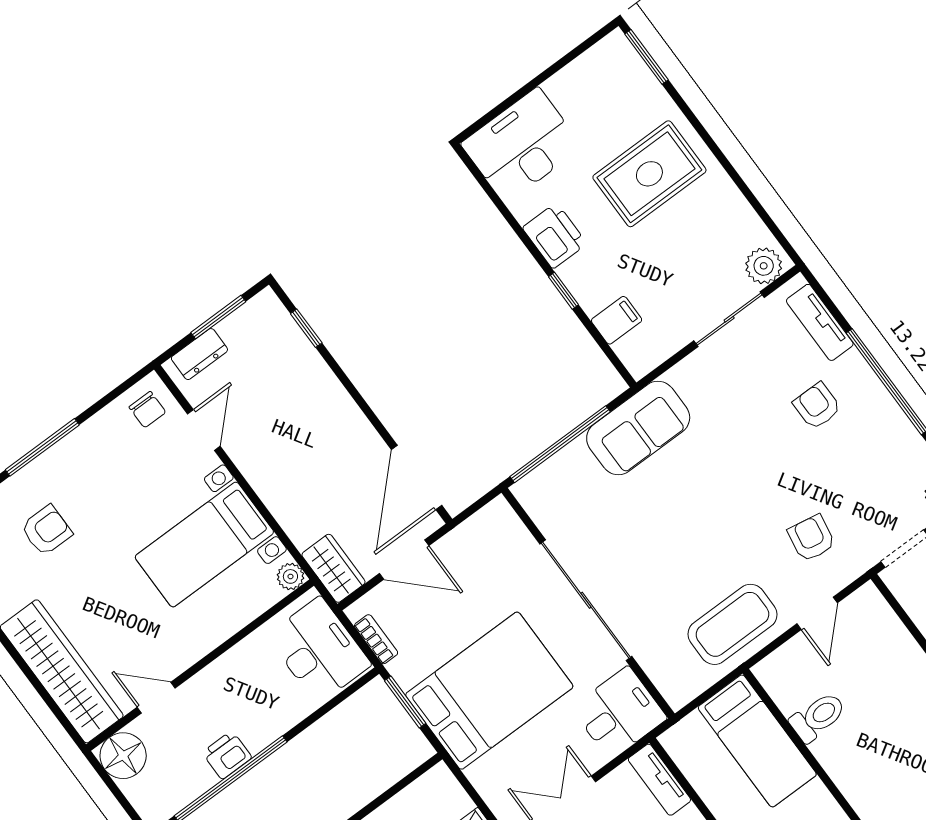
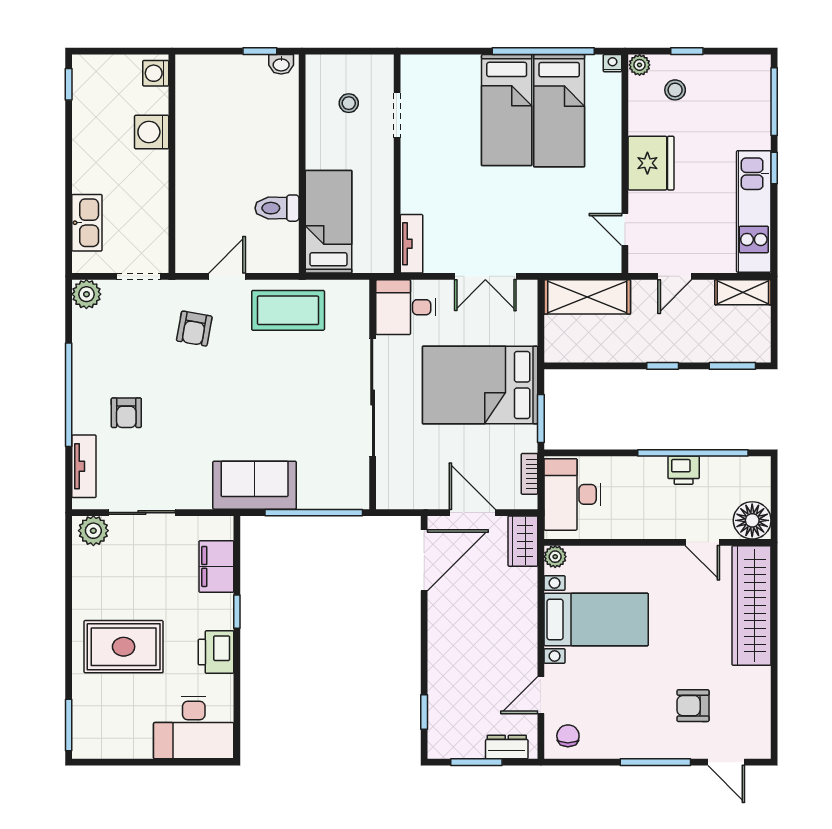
filing cabinet: (617, 320) -> (216, 566), width x2.00

